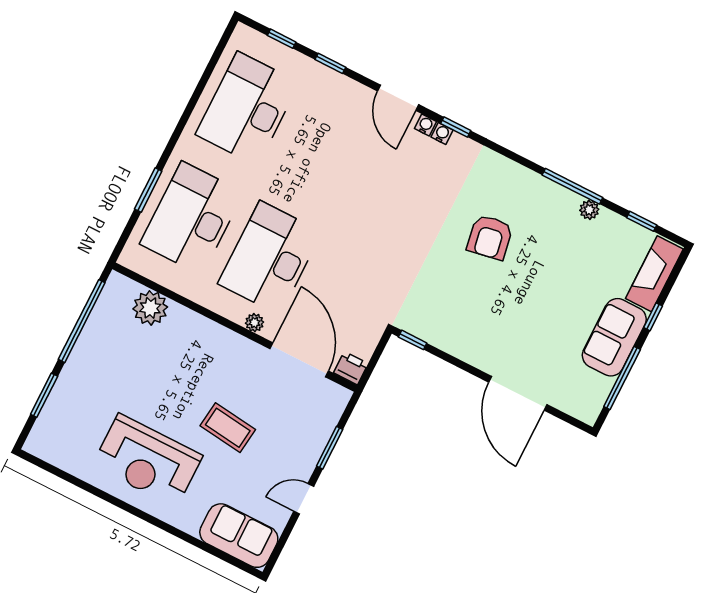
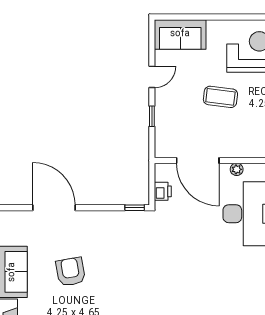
armchair: (490, 237) -> (71, 272), moved
printer: (351, 368) -> (163, 191), moved, turned -90
window: (330, 448) -> (152, 116), width x0.67

